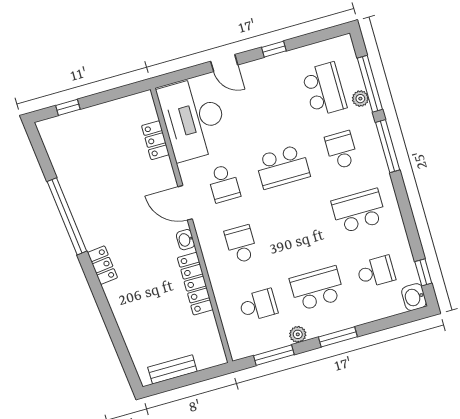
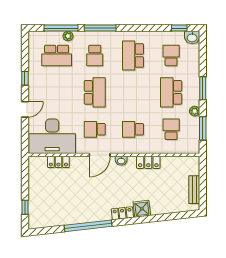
school desk: (324, 89) -> (57, 55), turned 180
school desk: (341, 150) -> (95, 55), turned -90
school desk: (224, 183) -> (95, 129), turned 180
locker: (195, 284) -> (148, 162), width x0.66
shower: (118, 294) -> (142, 209), added

